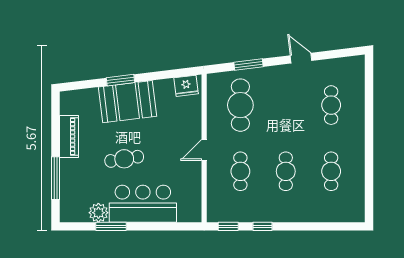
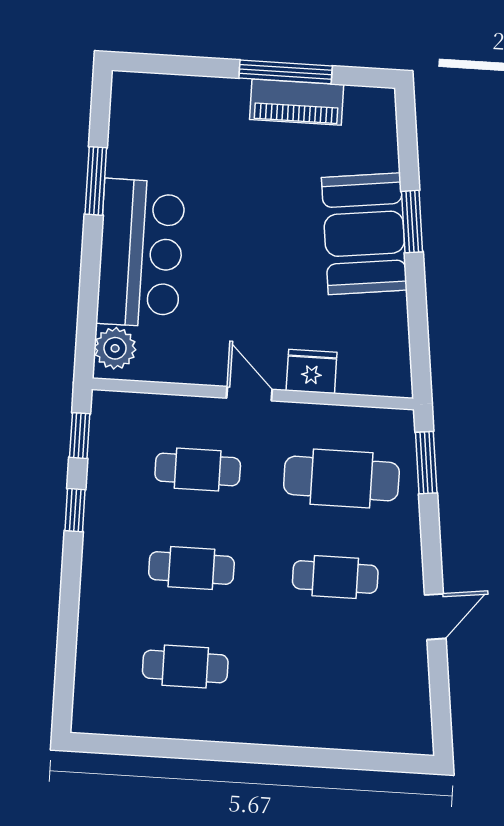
window: (249, 65) -> (426, 463), moved
fridge: (186, 86) -> (312, 371), moved, turned 97
cafe table: (331, 105) -> (335, 577), moved
cafe table: (124, 159) -> (241, 219), removed
window: (56, 178) -> (286, 72), moved
plant: (98, 213) -> (115, 348), moved

